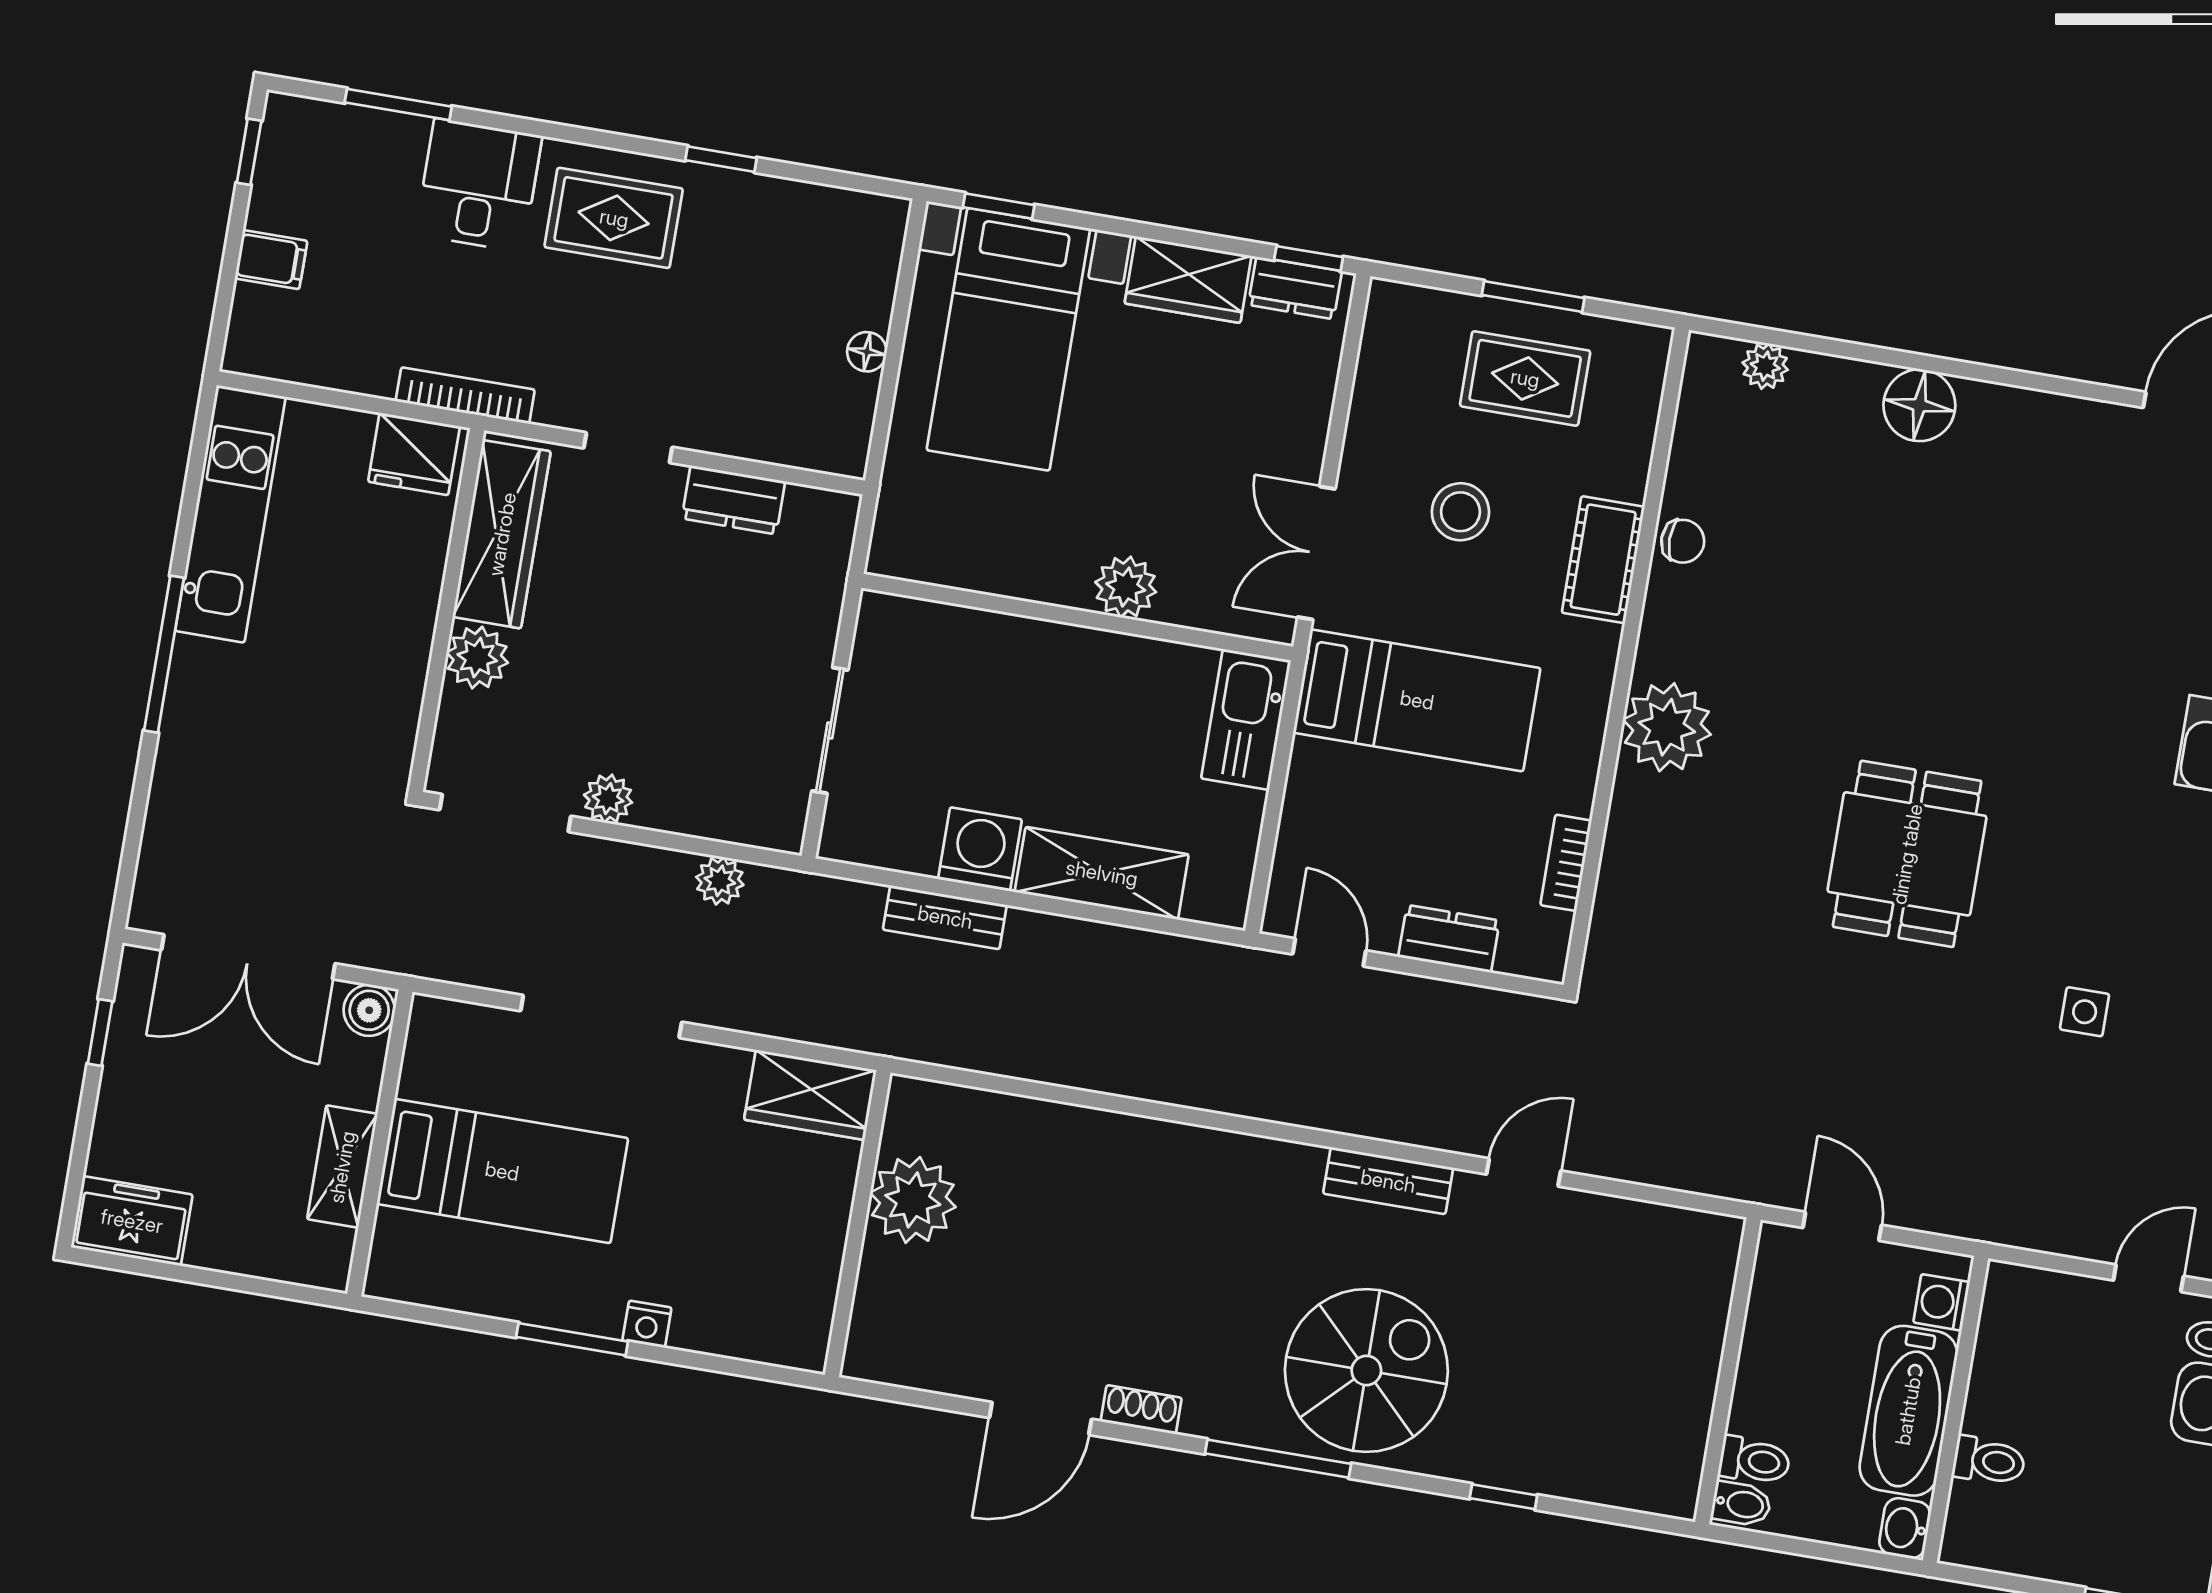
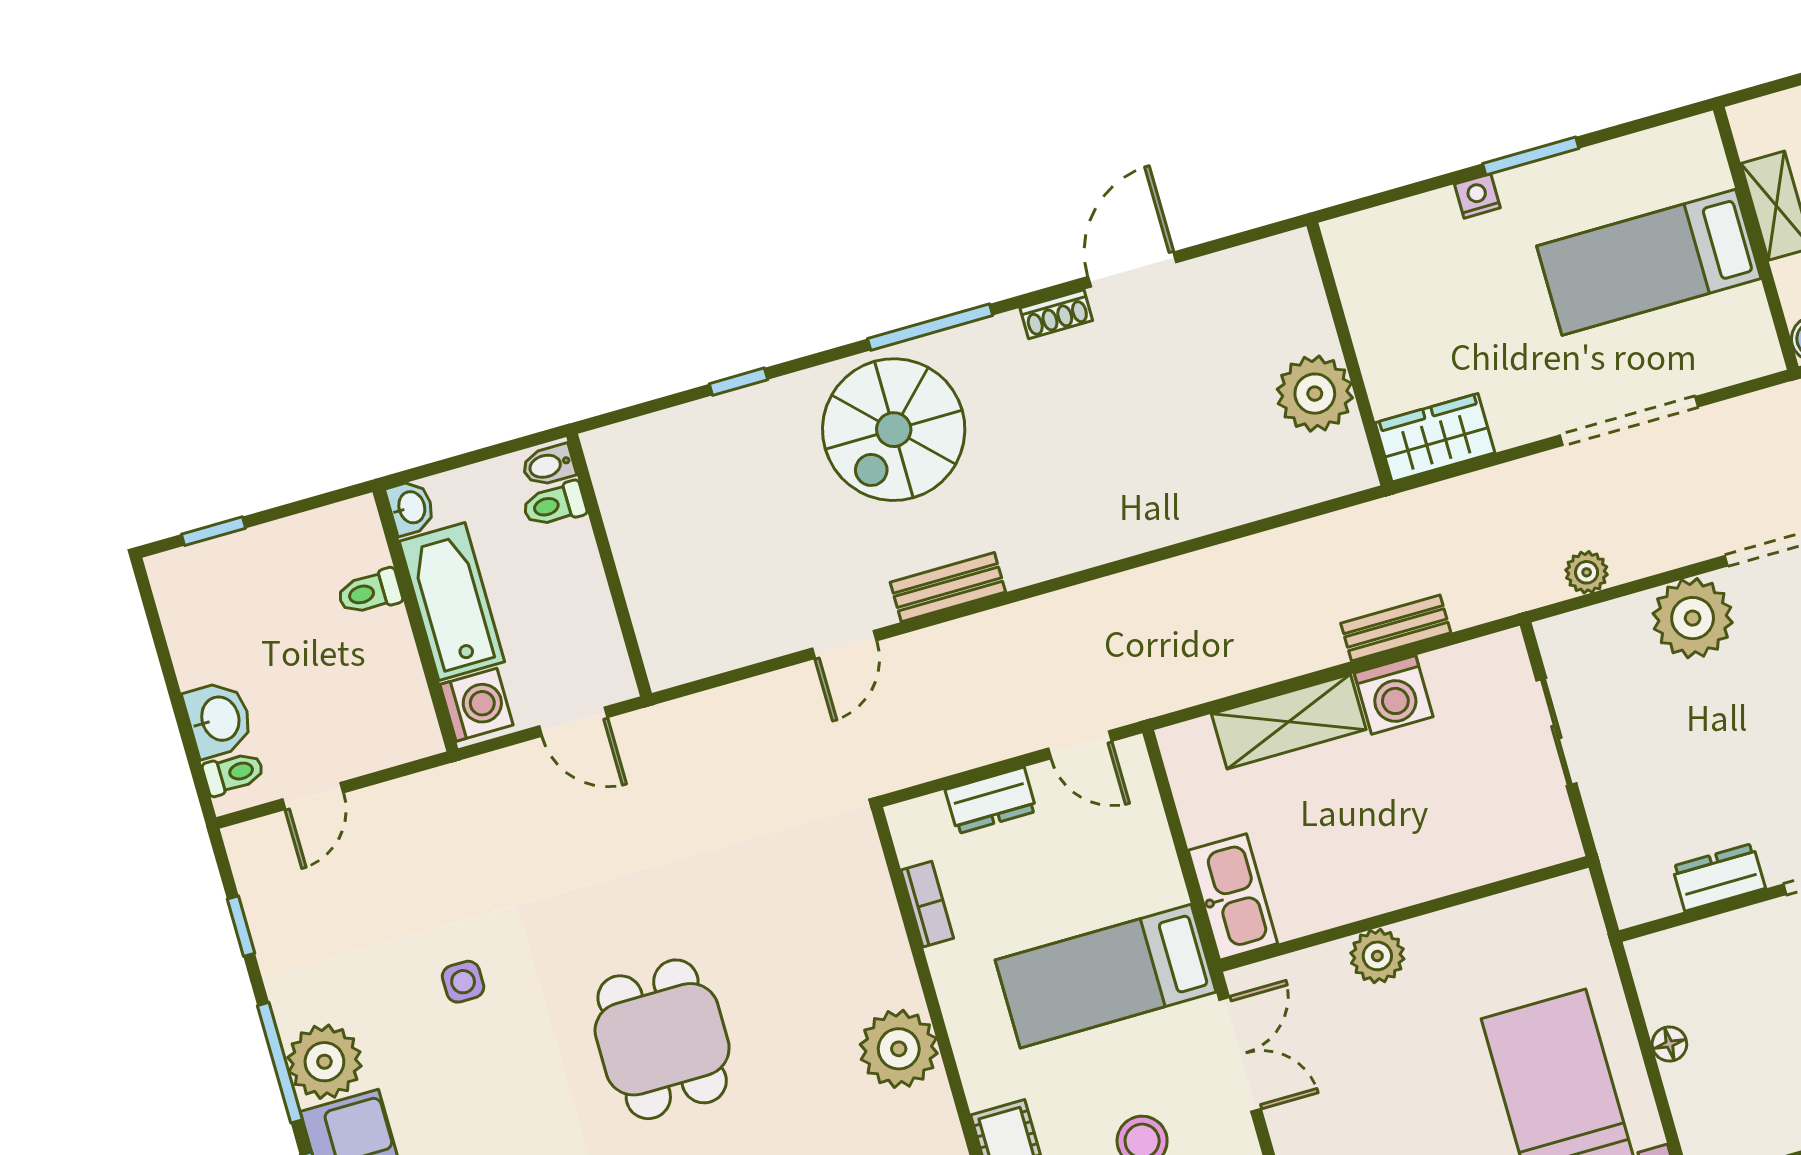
plant: (608, 799) -> (1693, 618), width x1.87, depth x1.87
washing machine: (1942, 1302) -> (477, 705), width x1.38, depth x1.38

